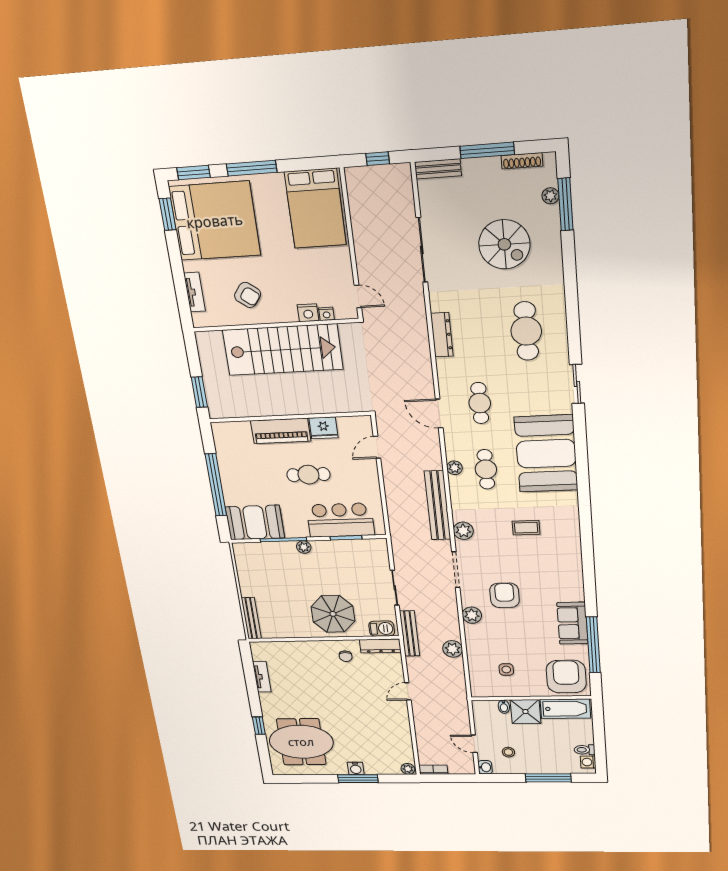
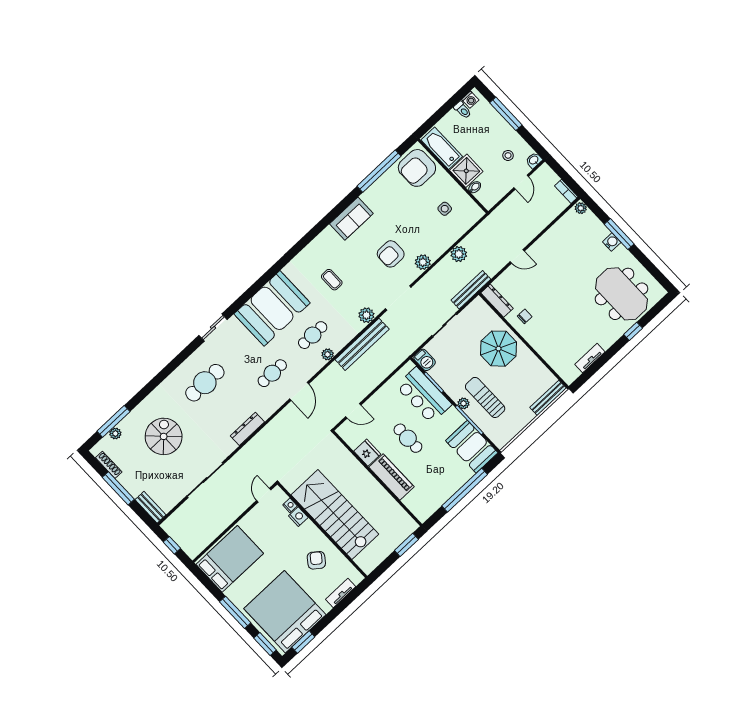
sun lounger: (294, 569) -> (485, 397), added
sofa: (572, 623) -> (351, 219), moved
barbecue: (382, 629) -> (425, 360), moved, turned 180

